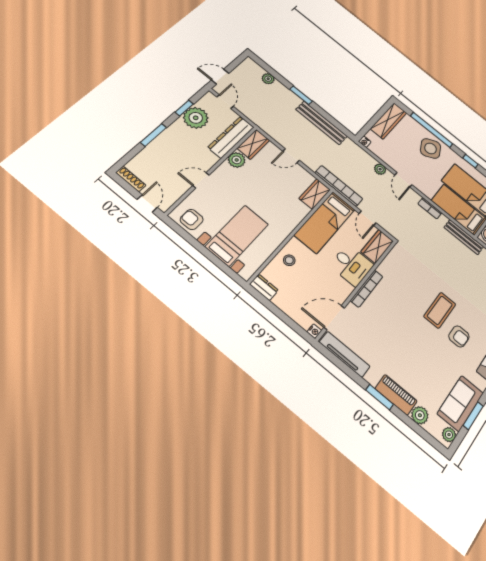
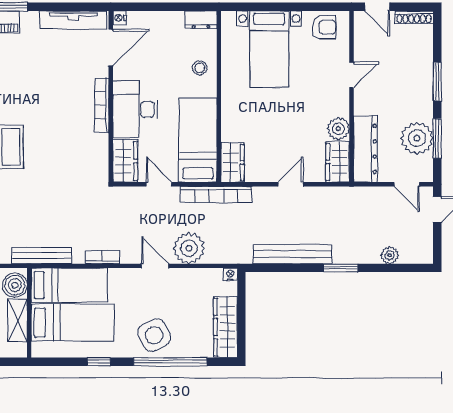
window: (184, 108) -> (437, 138), width x1.50
plant: (380, 169) -> (189, 248), width x1.88, depth x1.88
desk: (352, 265) -> (135, 109), width x1.37

